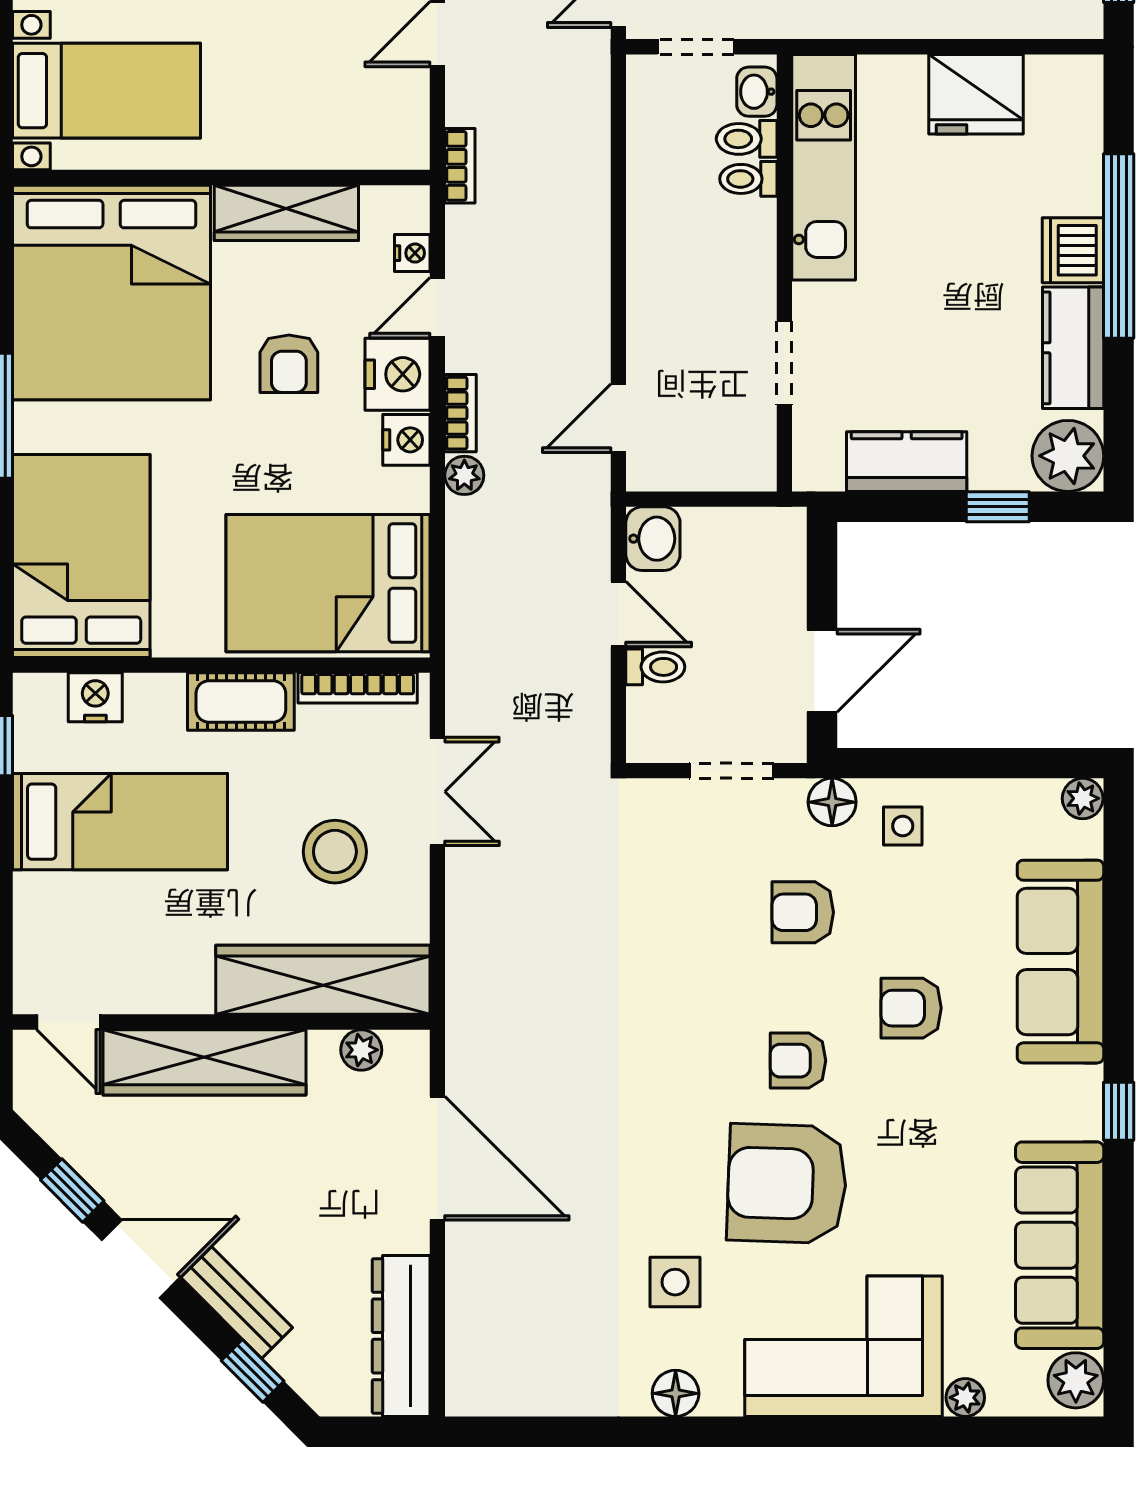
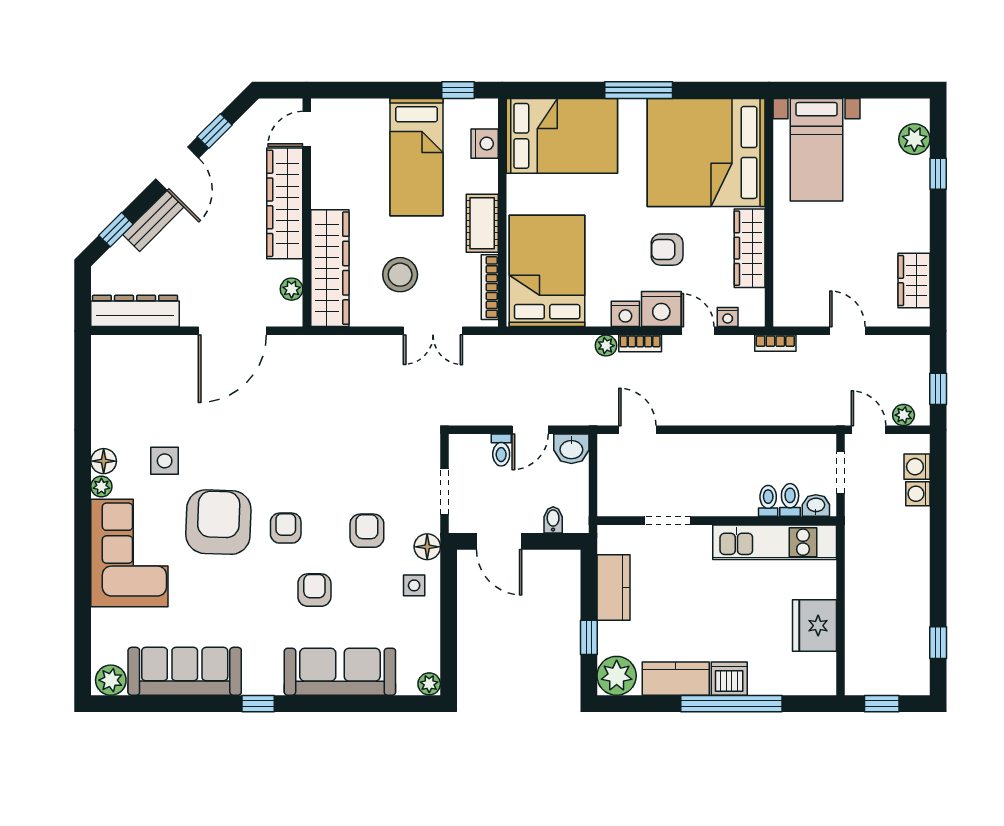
bidet: (783, 572) -> (553, 520), added
plant: (965, 1398) -> (101, 486), moved

